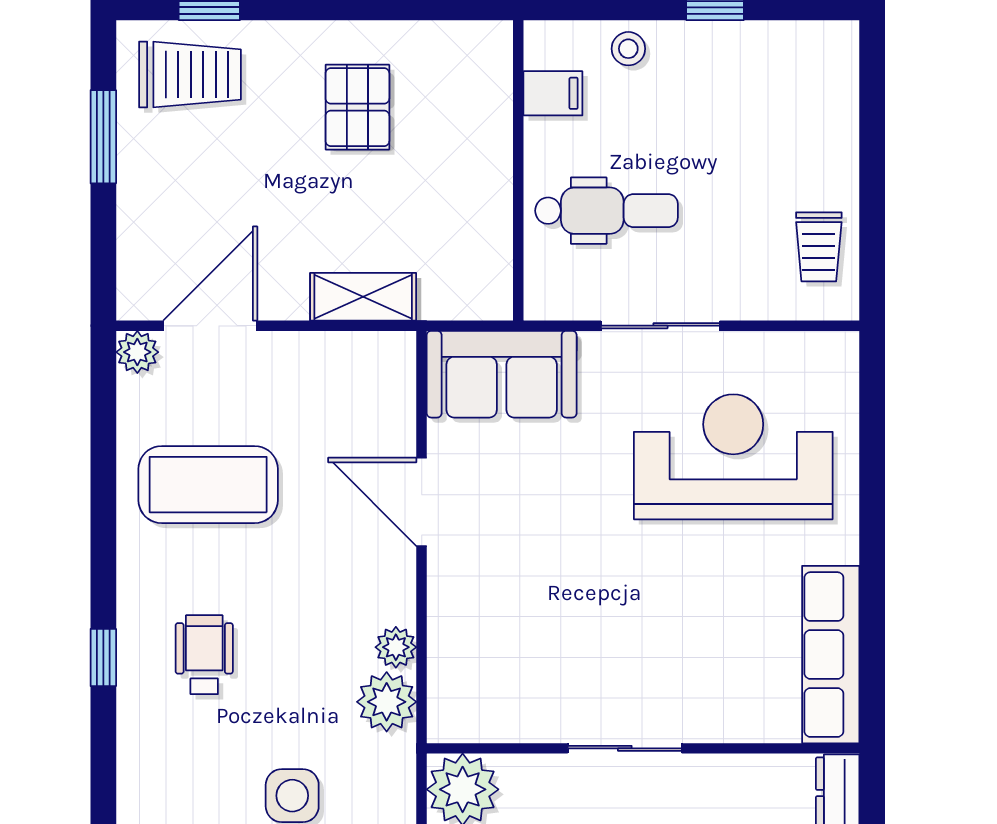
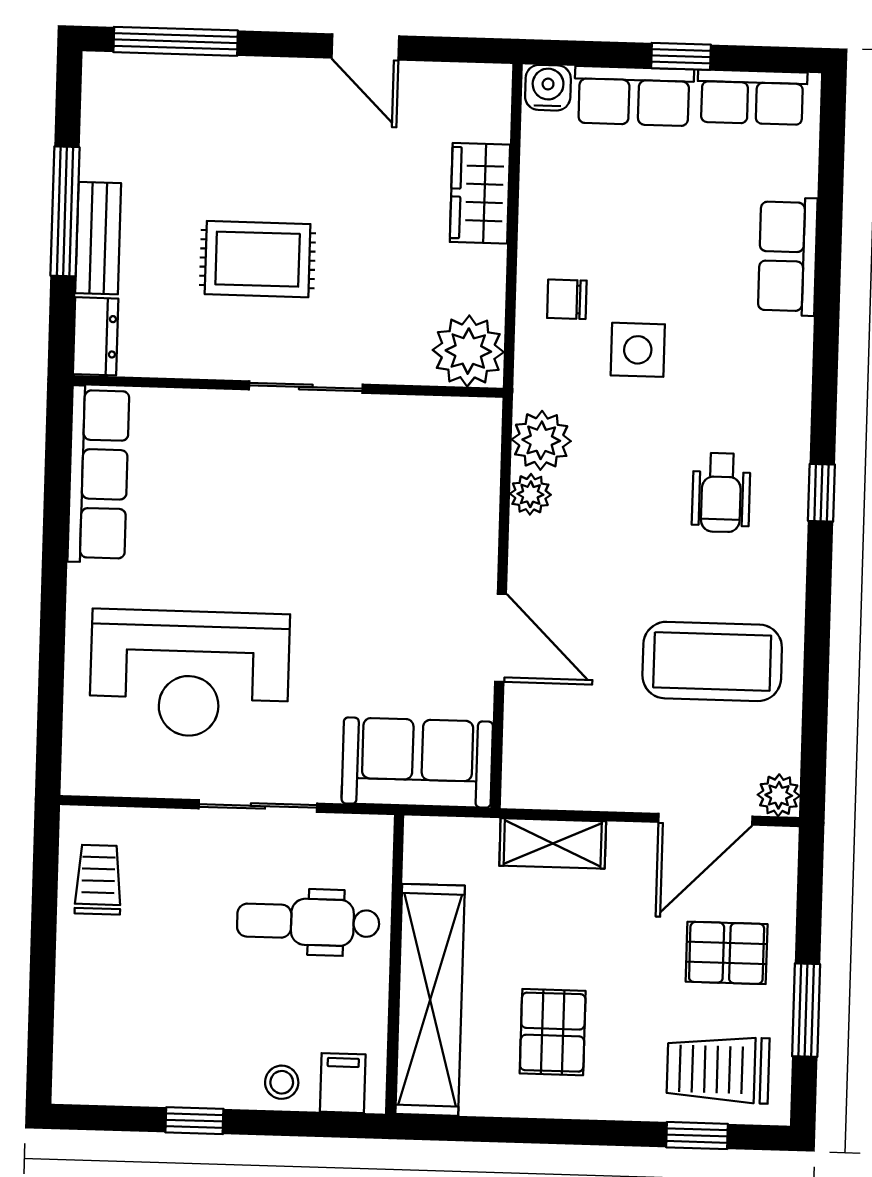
filing cabinet: (553, 93) -> (343, 1083), moved, turned 90
shelving: (482, 136) -> (430, 1000), added
pallet: (185, 192) -> (727, 953), added

